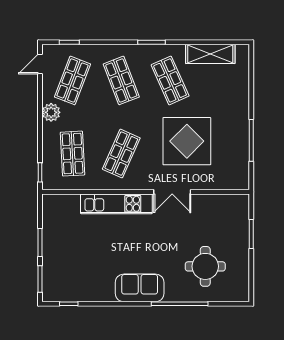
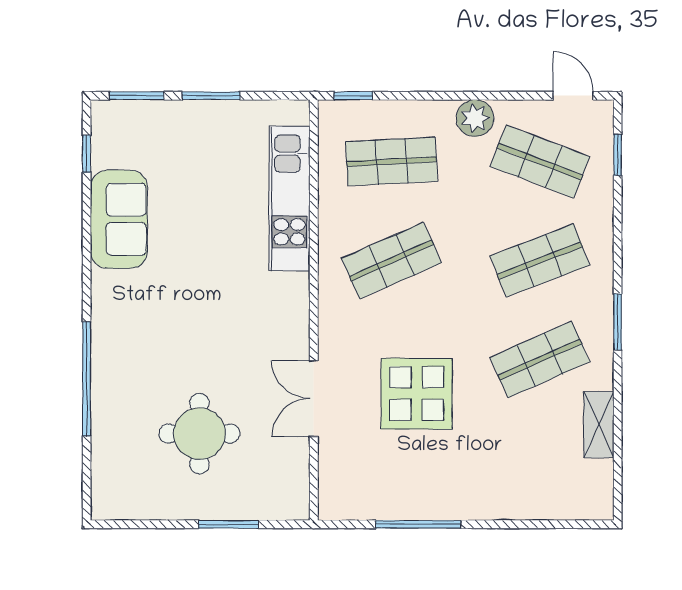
shelving: (210, 54) -> (599, 425), width x0.67, depth x0.75
display table: (187, 141) -> (417, 394), width x0.73, depth x0.73
shop shelf: (121, 154) -> (391, 261), turned -48
double door: (172, 192) -> (314, 399), moved
kitchen unit: (116, 204) -> (289, 198), moved
round table: (205, 266) -> (199, 434), moved
sofa: (140, 288) -> (119, 219), moved

